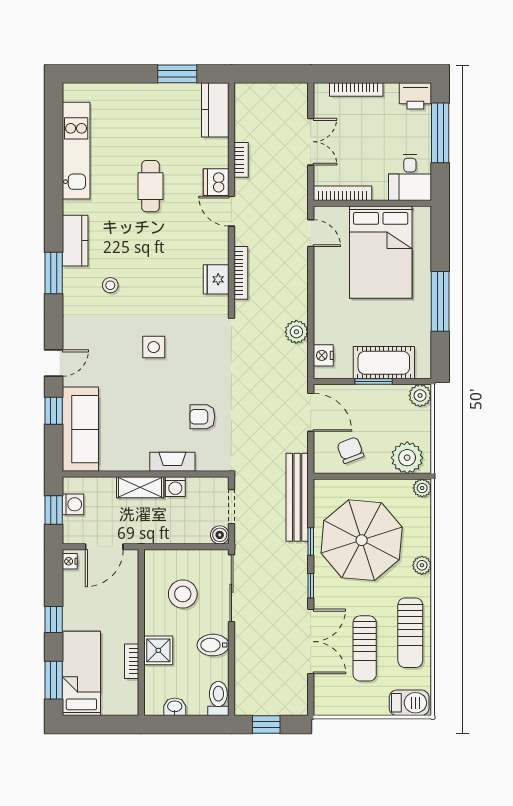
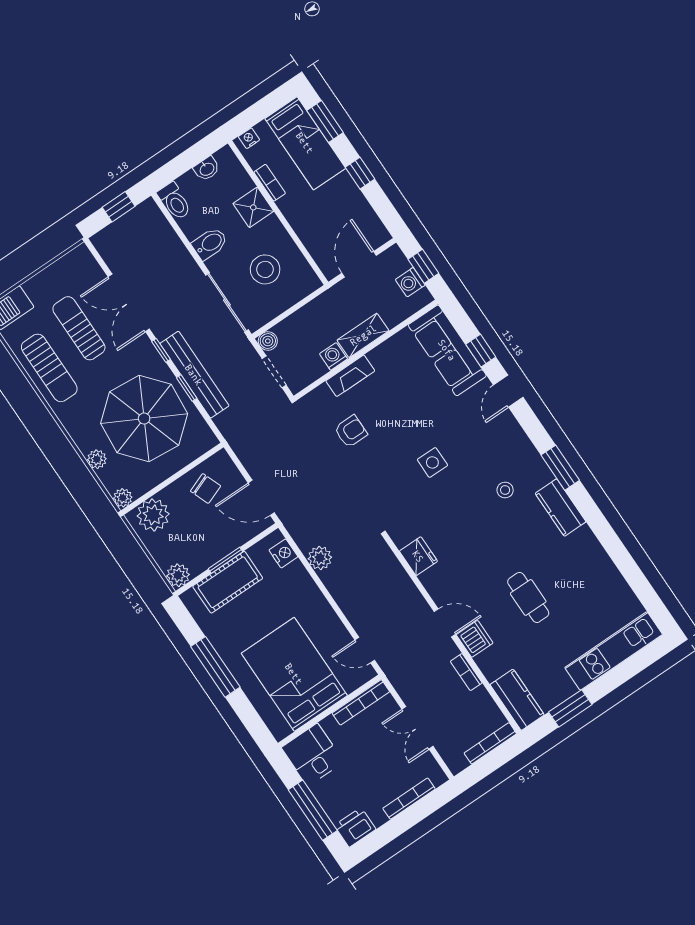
kitchen unit: (76, 151) -> (614, 651), moved, turned 90
bookcase: (241, 273) -> (490, 743), moved, turned 90
bench: (297, 497) -> (194, 375), moved
nightstand: (70, 561) -> (249, 138), moved, turned -90
plant: (422, 565) -> (97, 459), moved
sun lounger: (410, 633) -> (49, 368), turned 180

